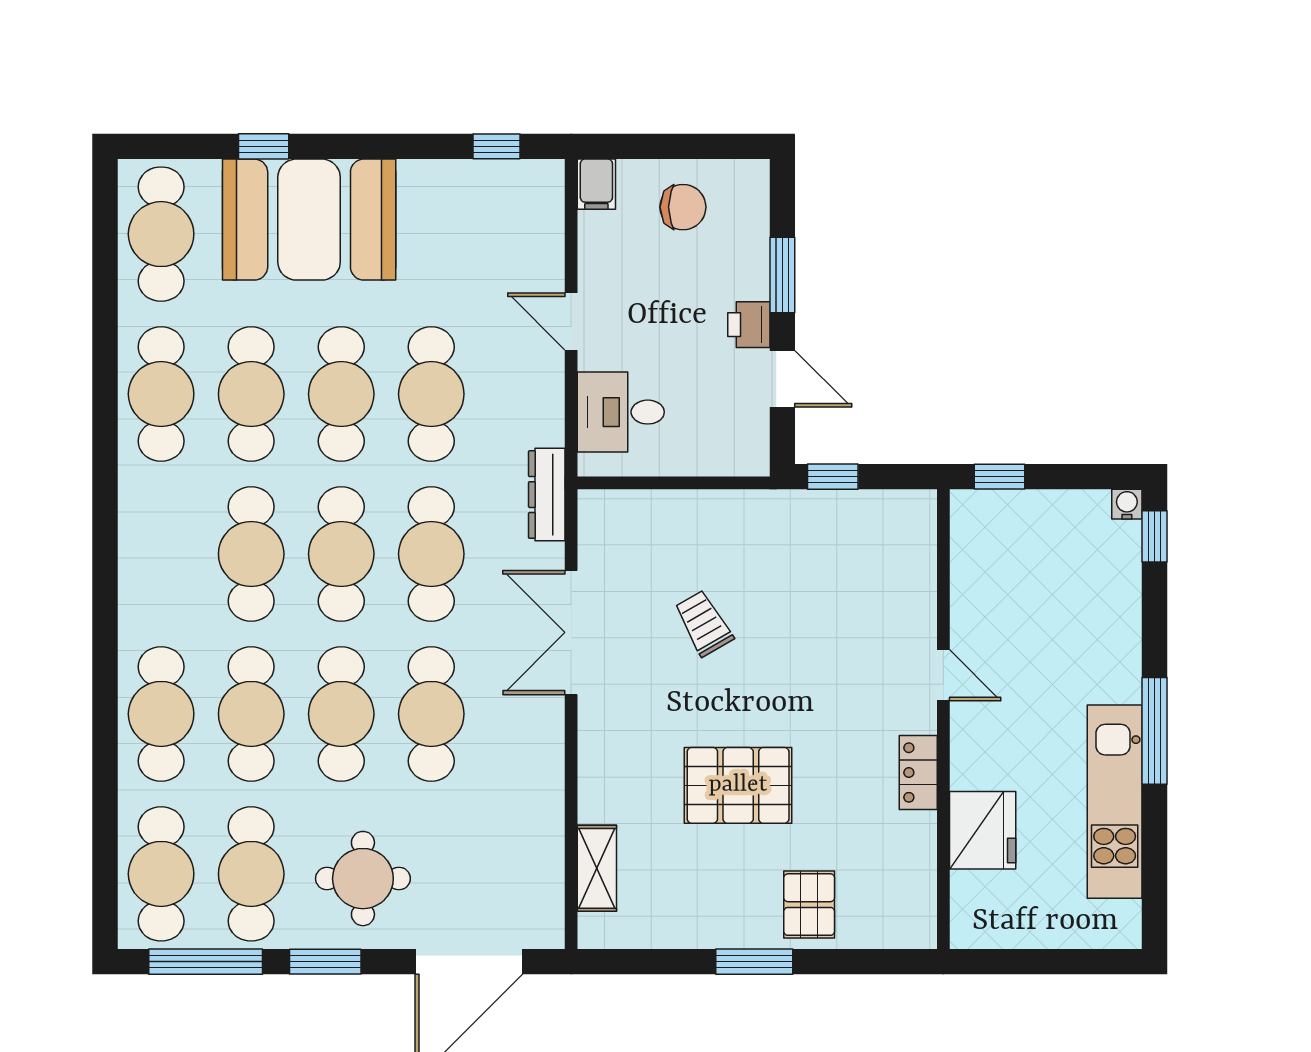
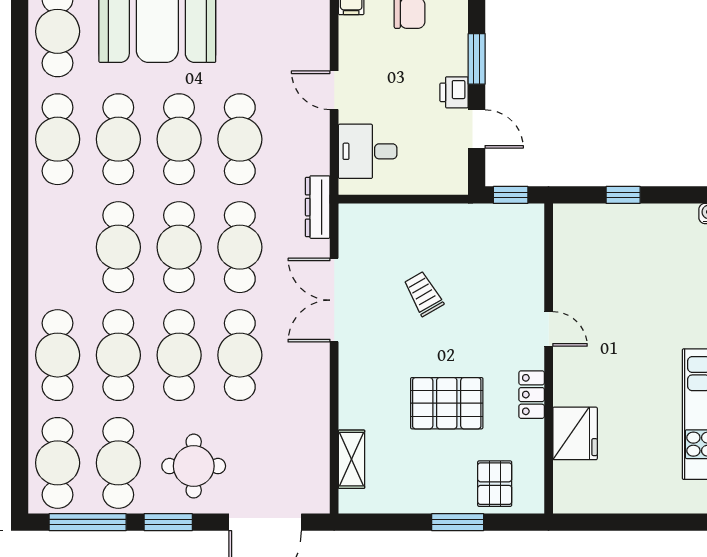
door: (943, 675) -> (549, 329), moved
wall: (943, 719) -> (549, 359), moved
locker: (918, 773) -> (532, 395), moved
fridge: (983, 830) -> (575, 433), moved

